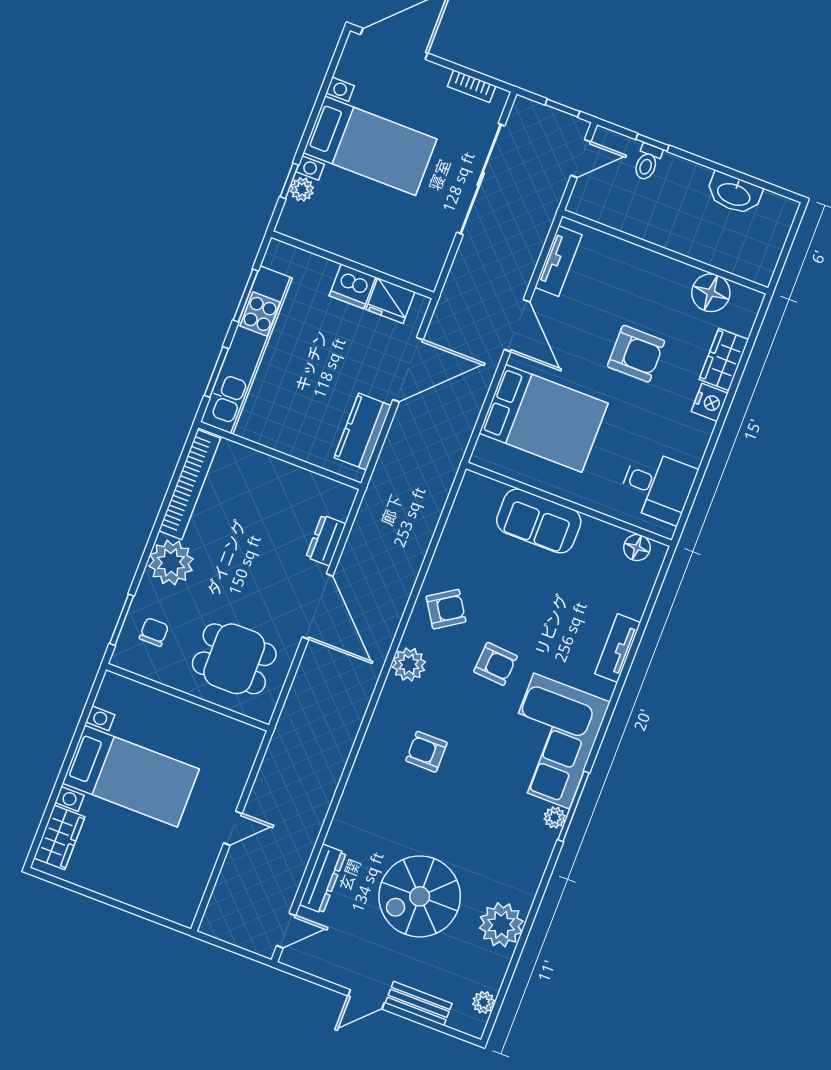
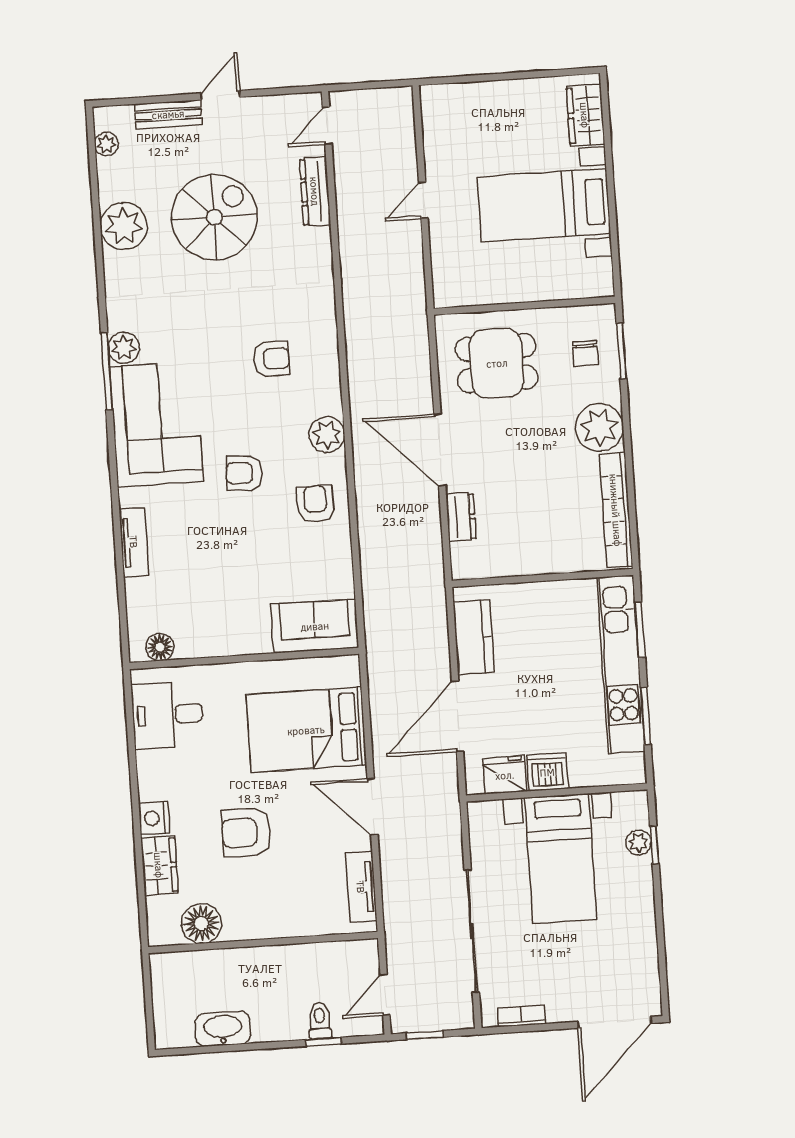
bed with nightstands: (370, 146) -> (561, 859), moved, turned -90
sofa: (539, 521) -> (315, 626), moved
armchair: (446, 609) -> (316, 504), turned 122
plant: (555, 817) -> (124, 348), width x1.38, depth x1.38

